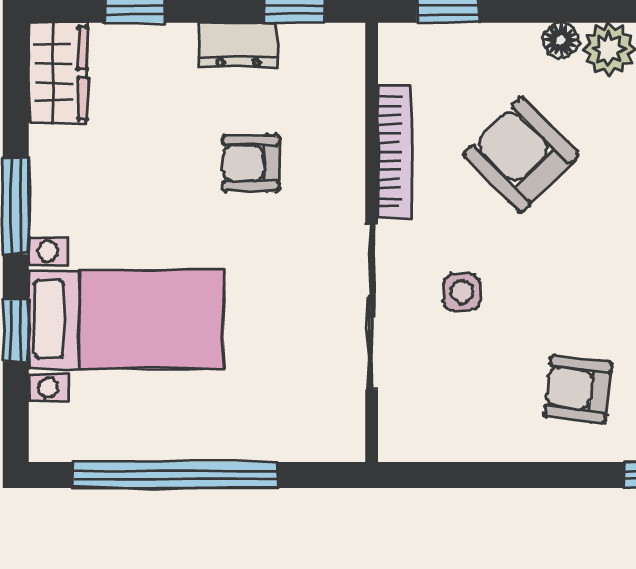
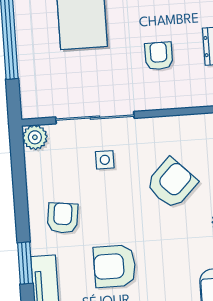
bookcase: (395, 152) -> (169, 123), removed
plant: (404, 436) -> (35, 137), added

